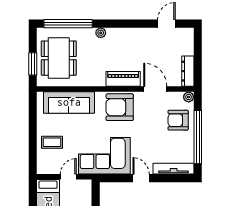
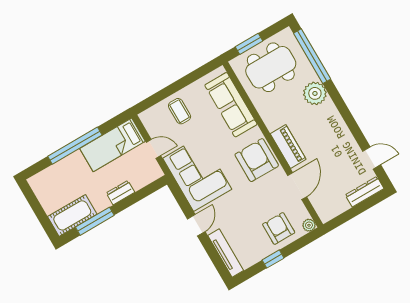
plant: (101, 33) -> (315, 93), width x1.88, depth x1.88
dresser: (188, 71) -> (365, 192), moved
window: (198, 137) -> (273, 259), width x0.32

